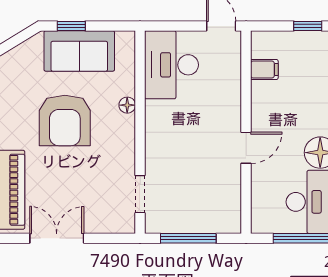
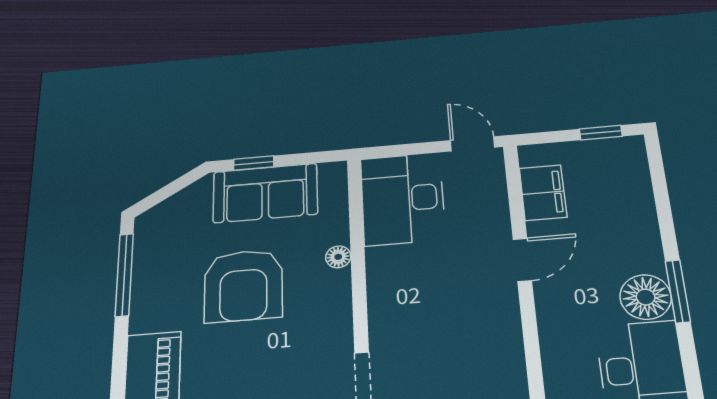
filing cabinet: (264, 69) -> (543, 193), width x2.00
door: (246, 148) -> (522, 260), moved

